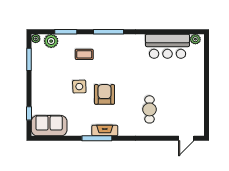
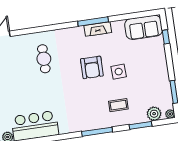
fireplace: (105, 130) -> (98, 29), moved

